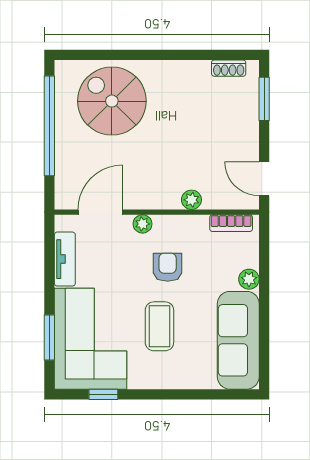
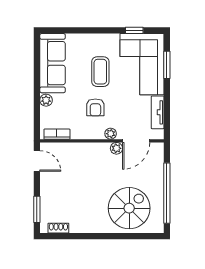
spiral stairs: (112, 101) -> (129, 208), turned -90
plant: (191, 200) -> (116, 148), moved

